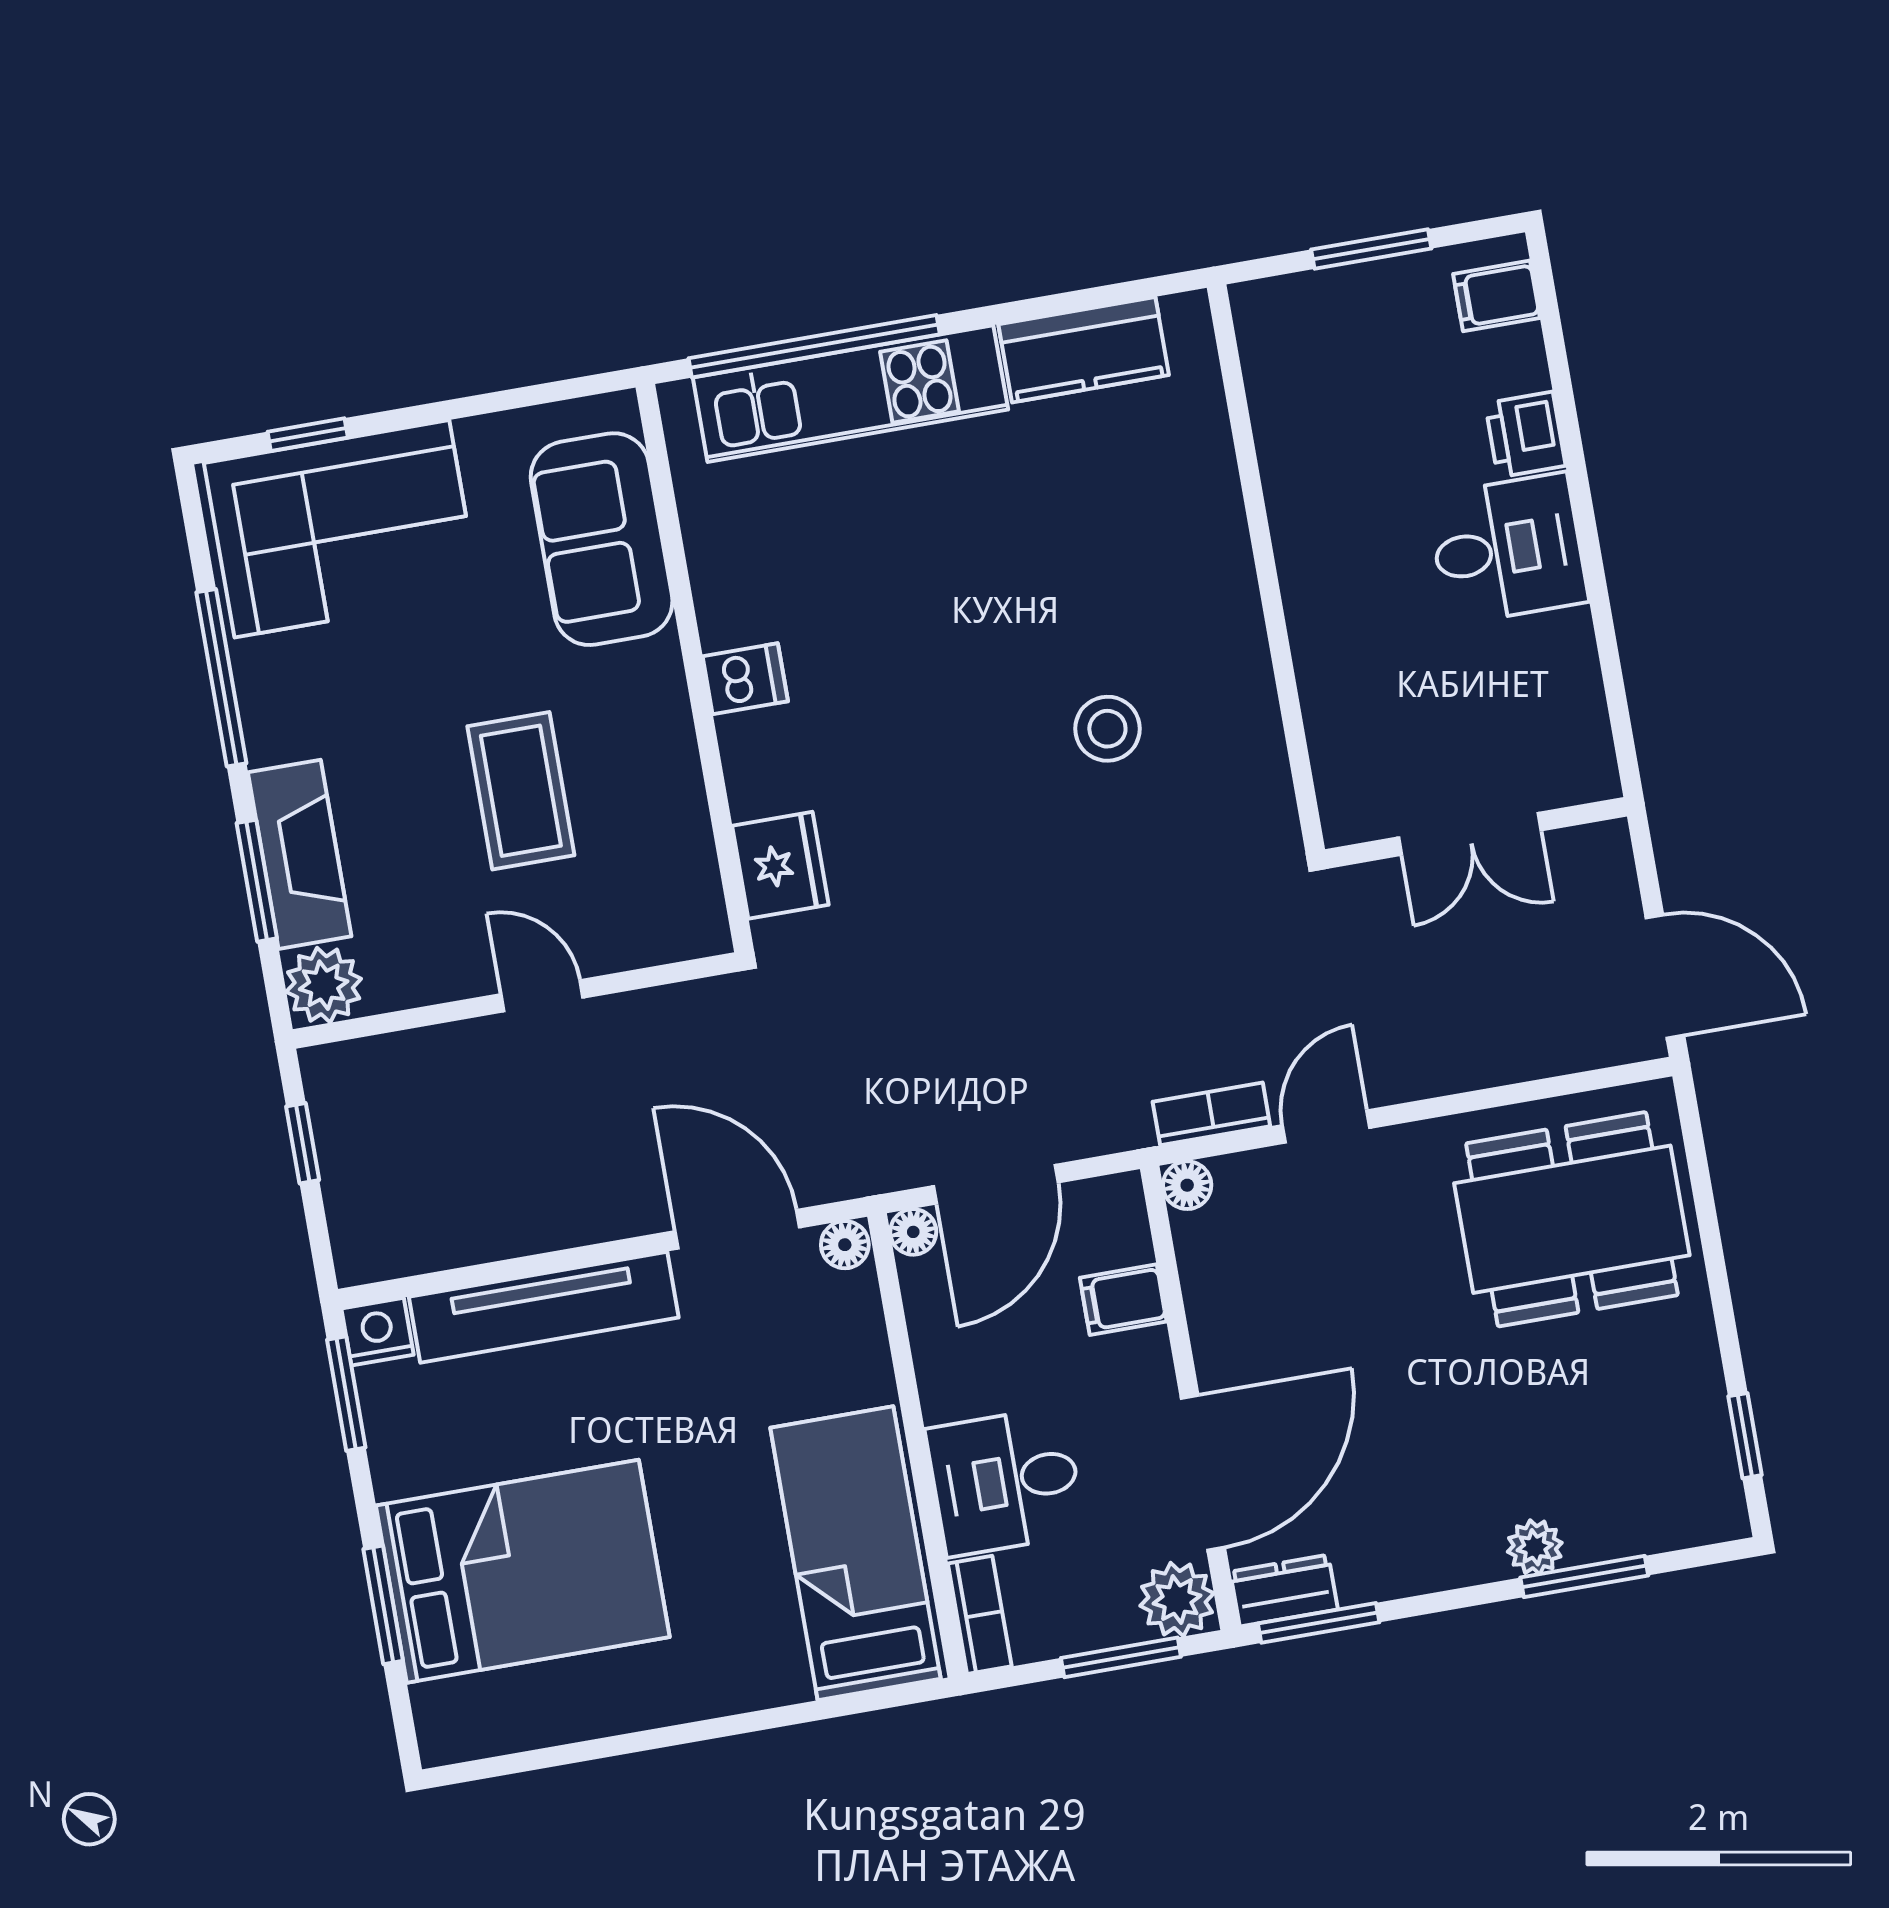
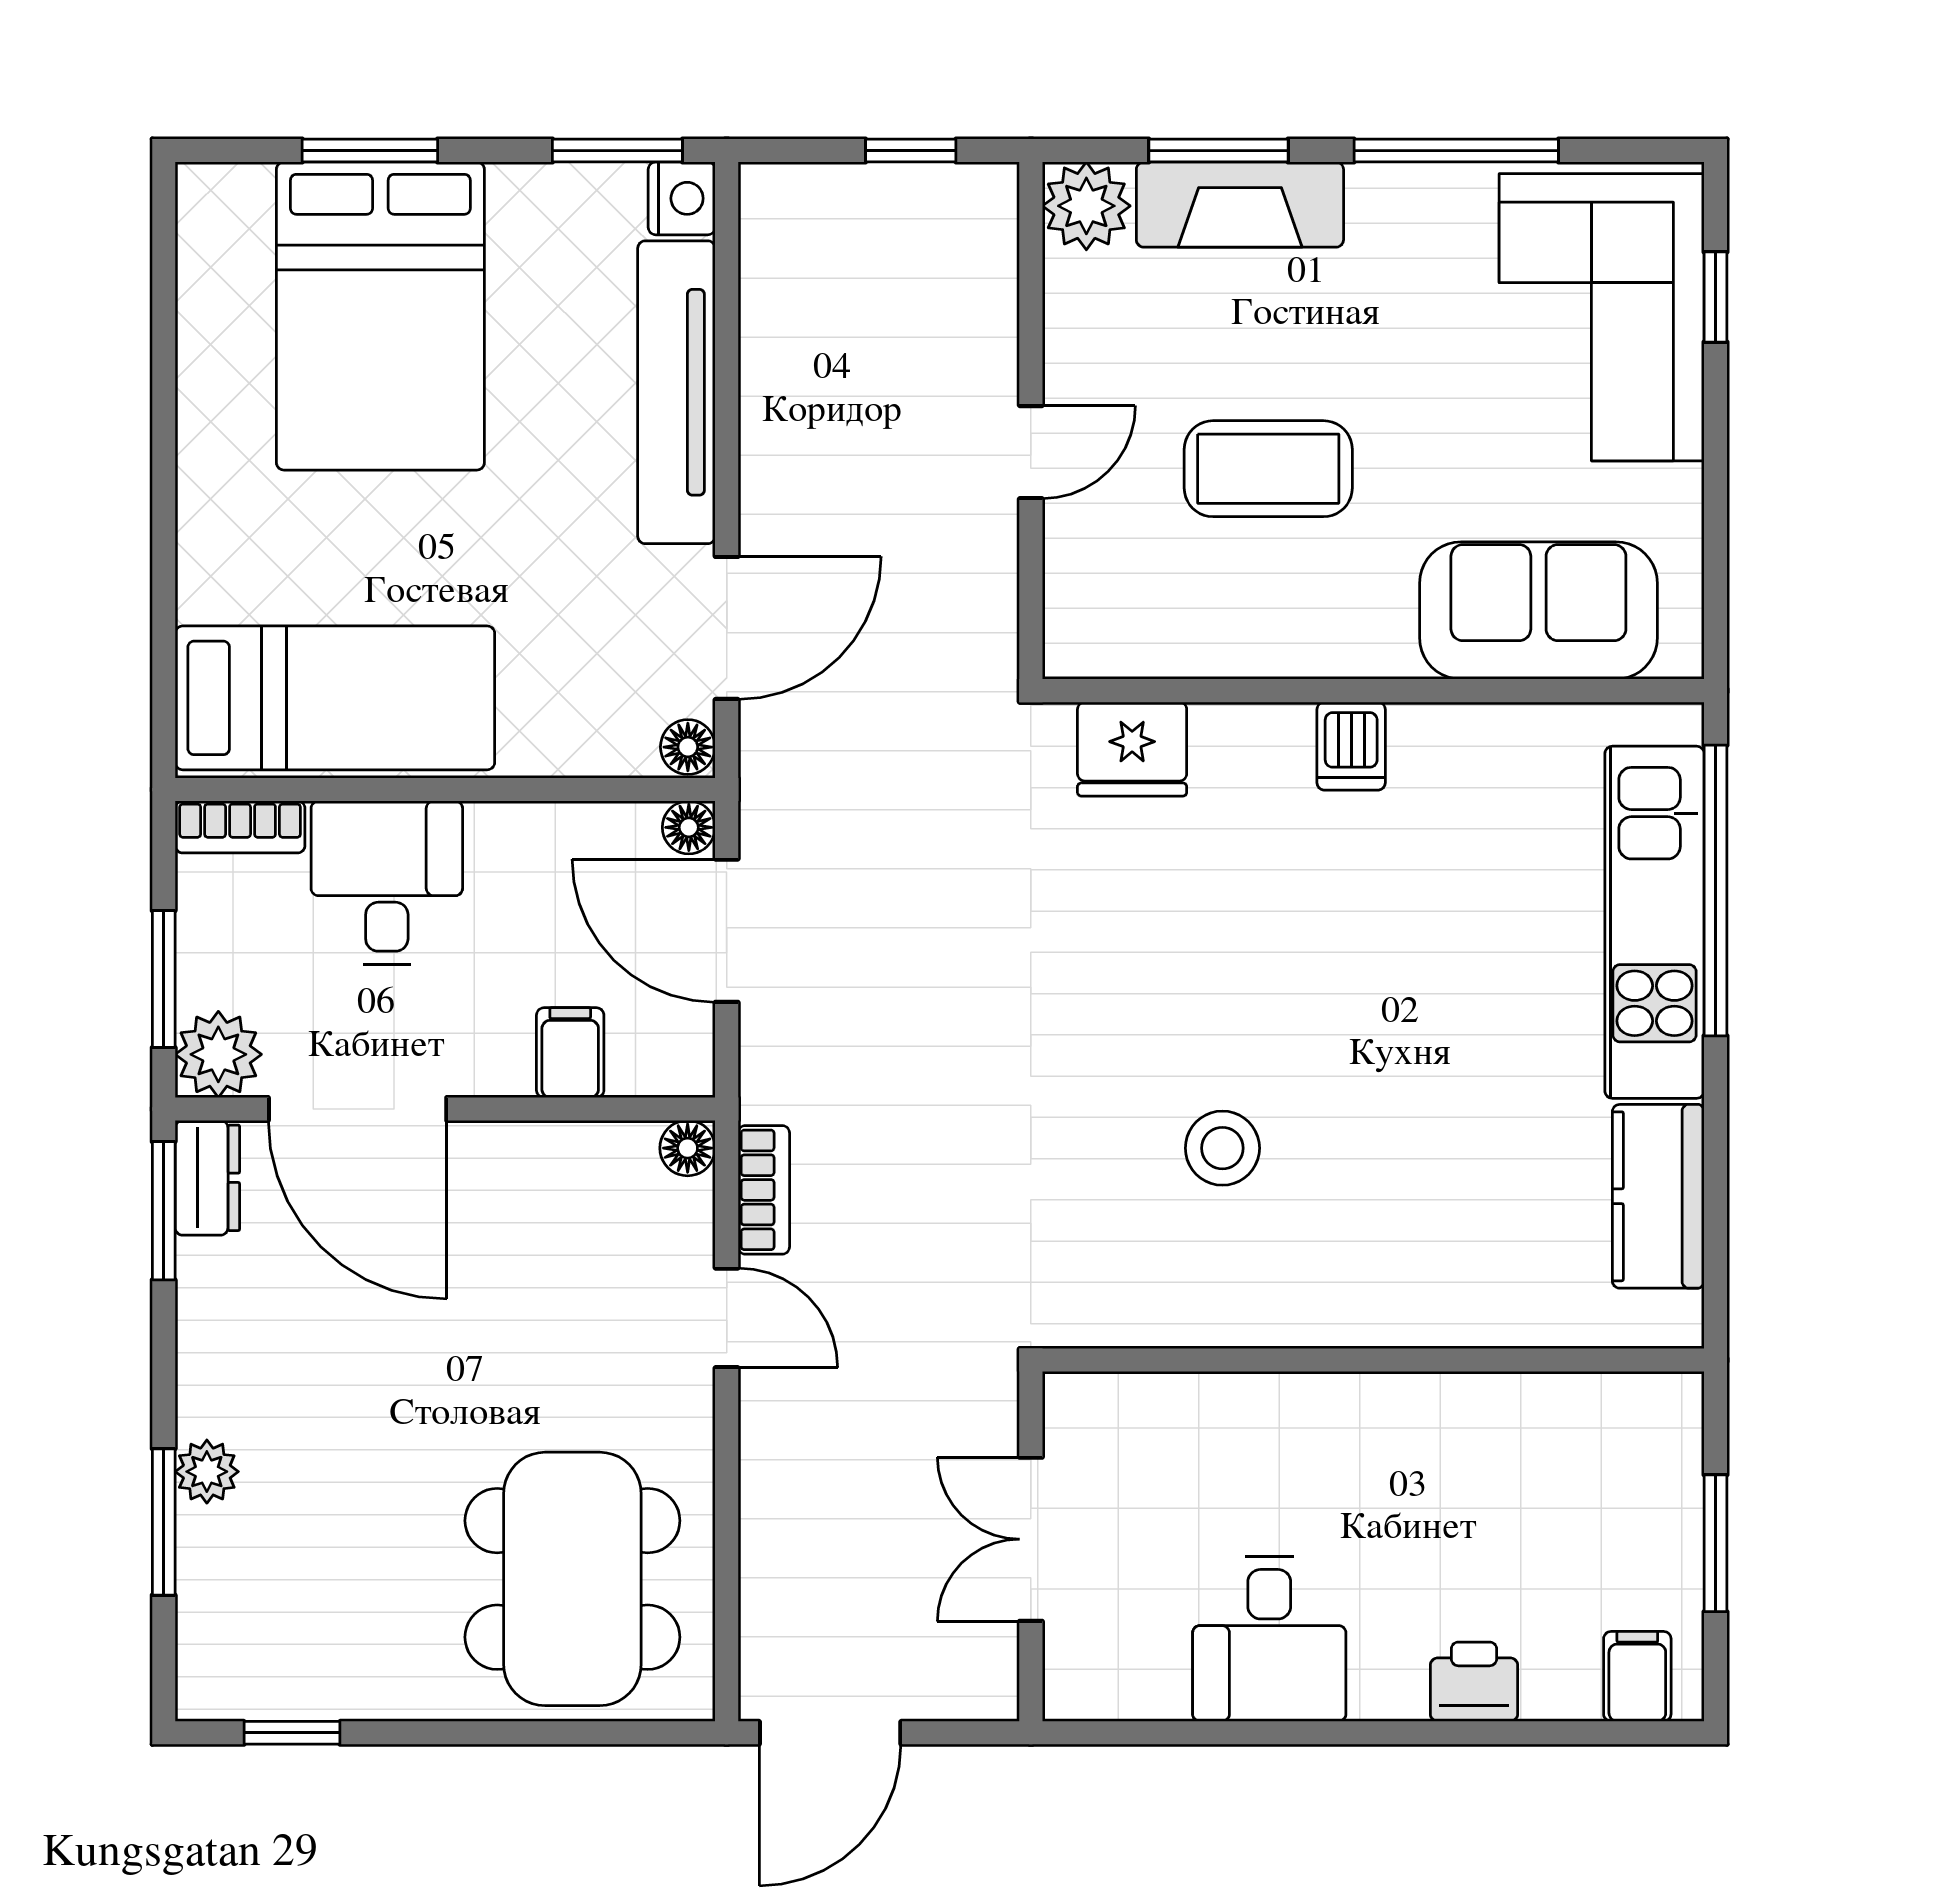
desk: (1508, 549) -> (1269, 1639), moved

